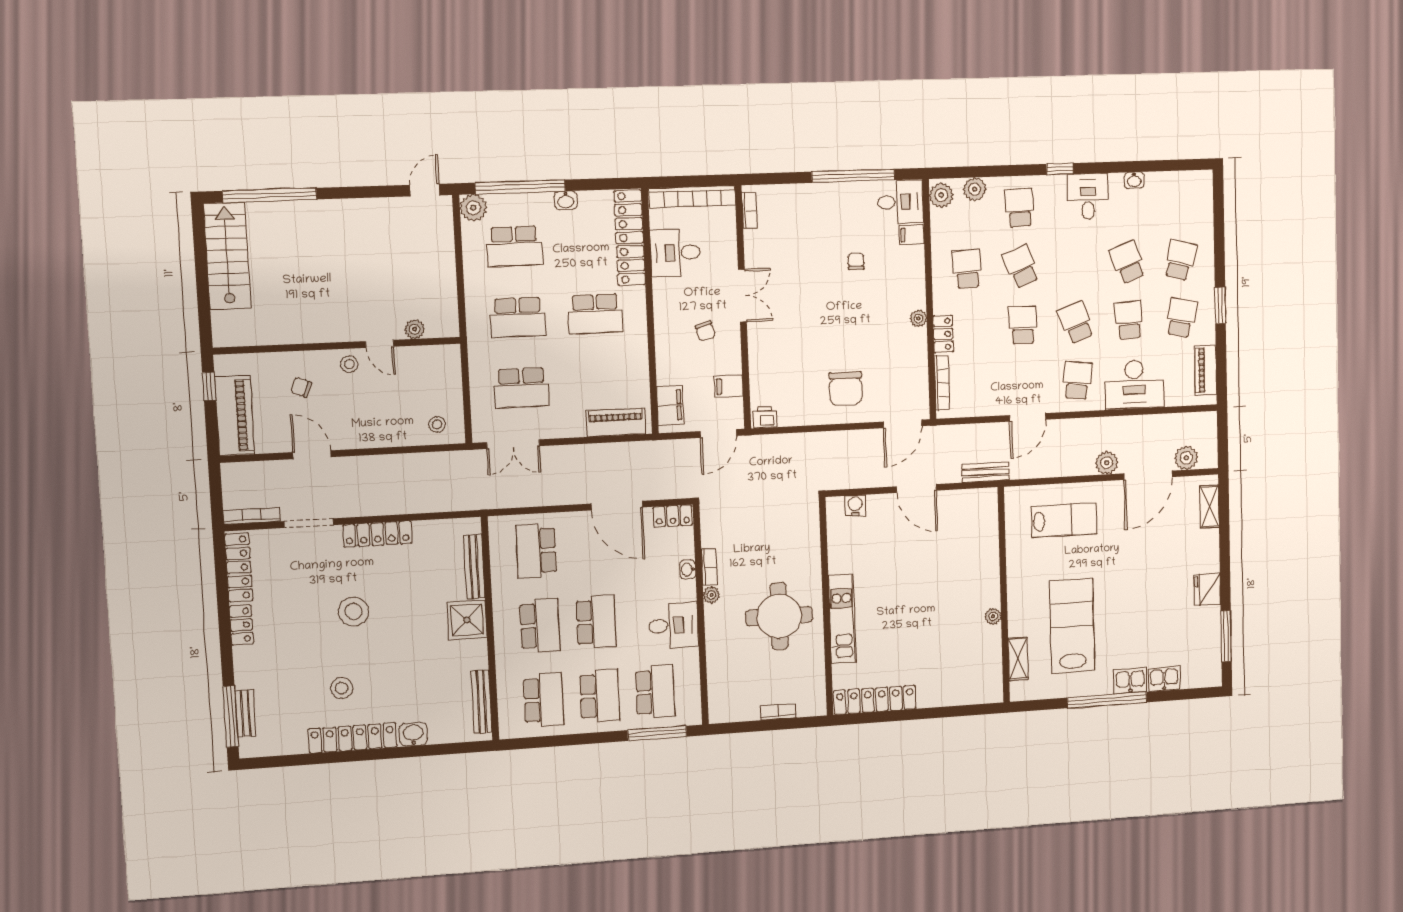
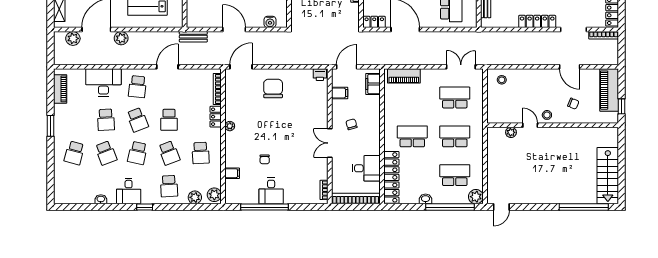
desk: (900, 202) -> (271, 191), moved, turned -90
school desk: (1181, 318) -> (137, 153), moved

